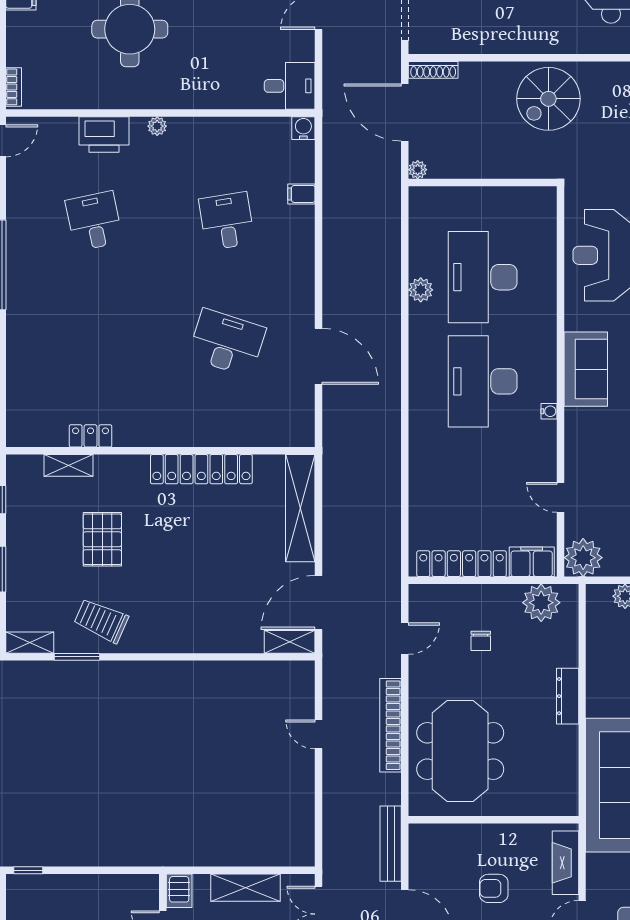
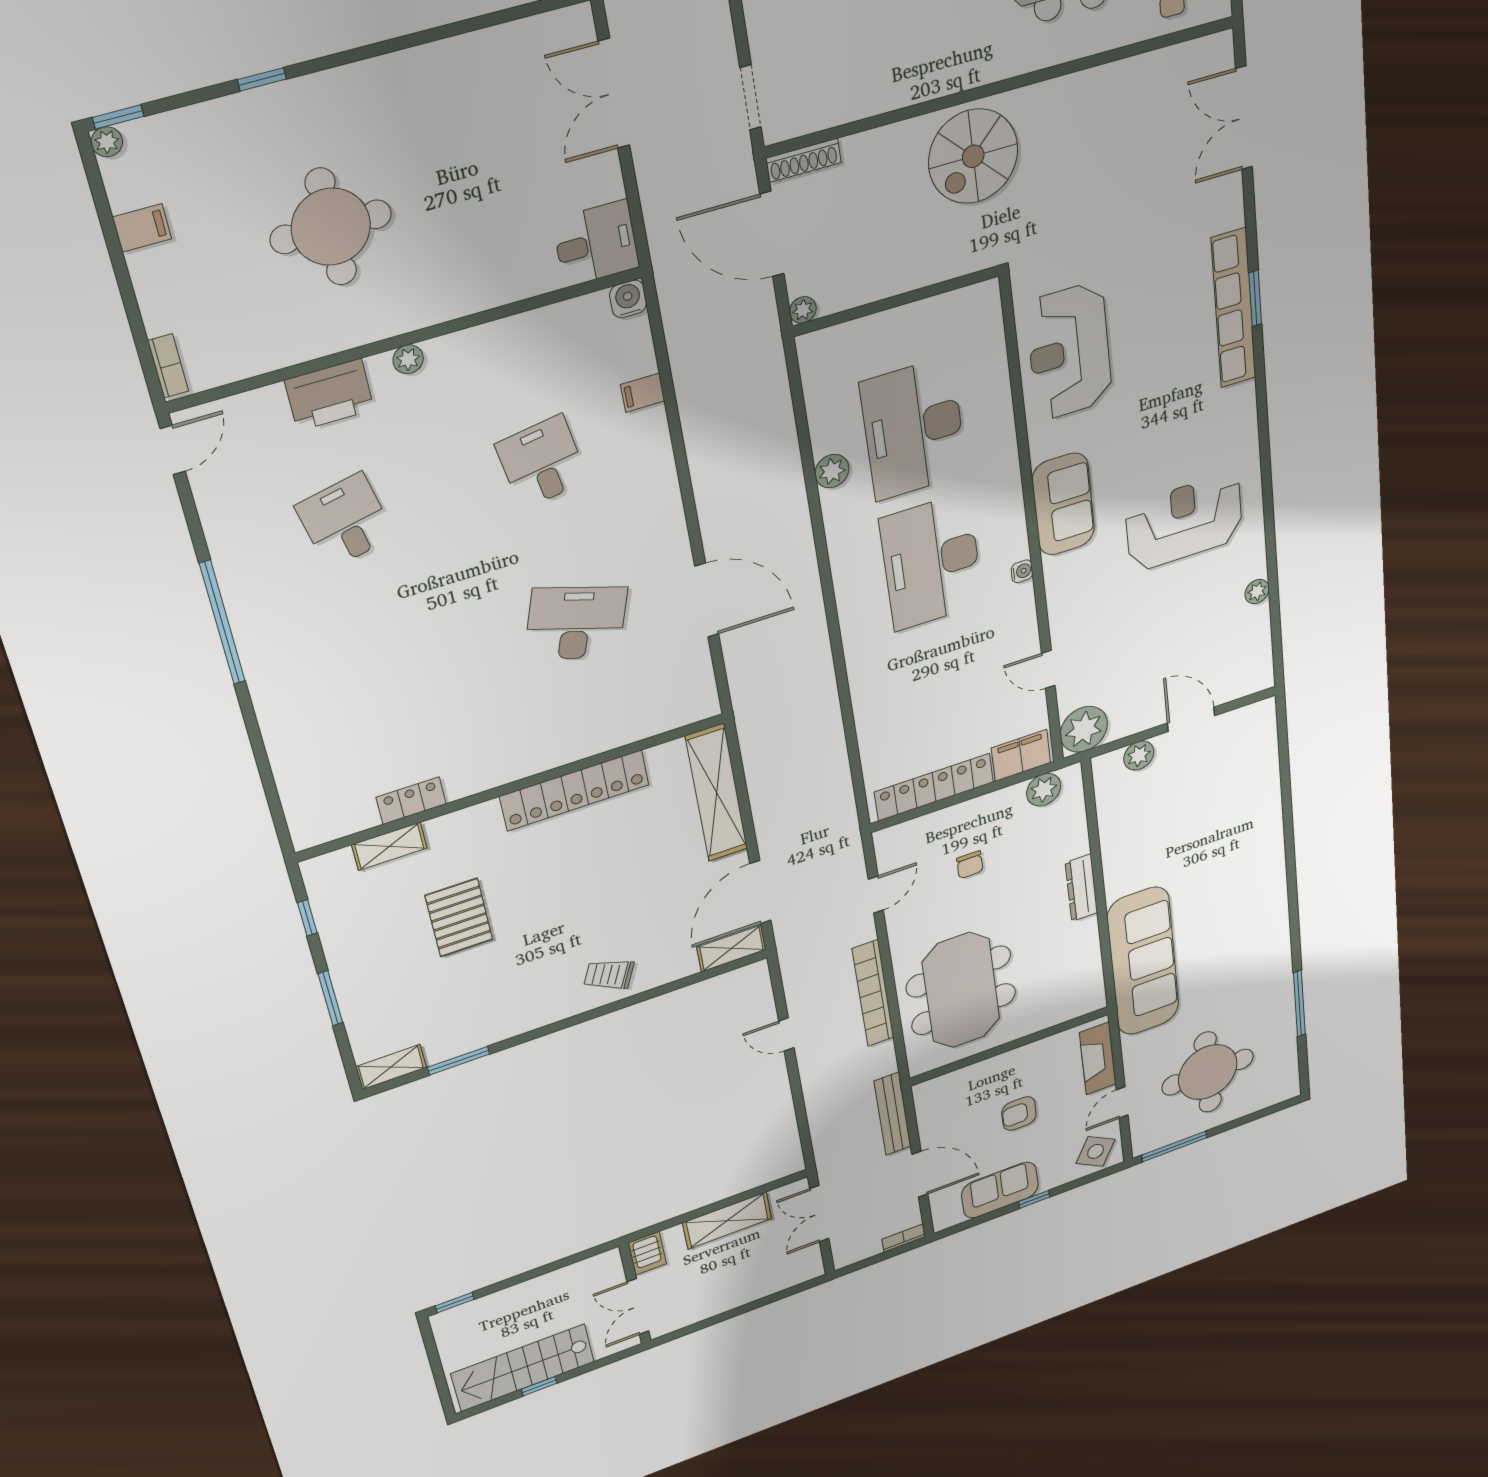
plant: (541, 603) -> (1044, 790), width x0.73, depth x0.73
trolley: (101, 621) -> (609, 975), moved, width x0.73, depth x0.72

